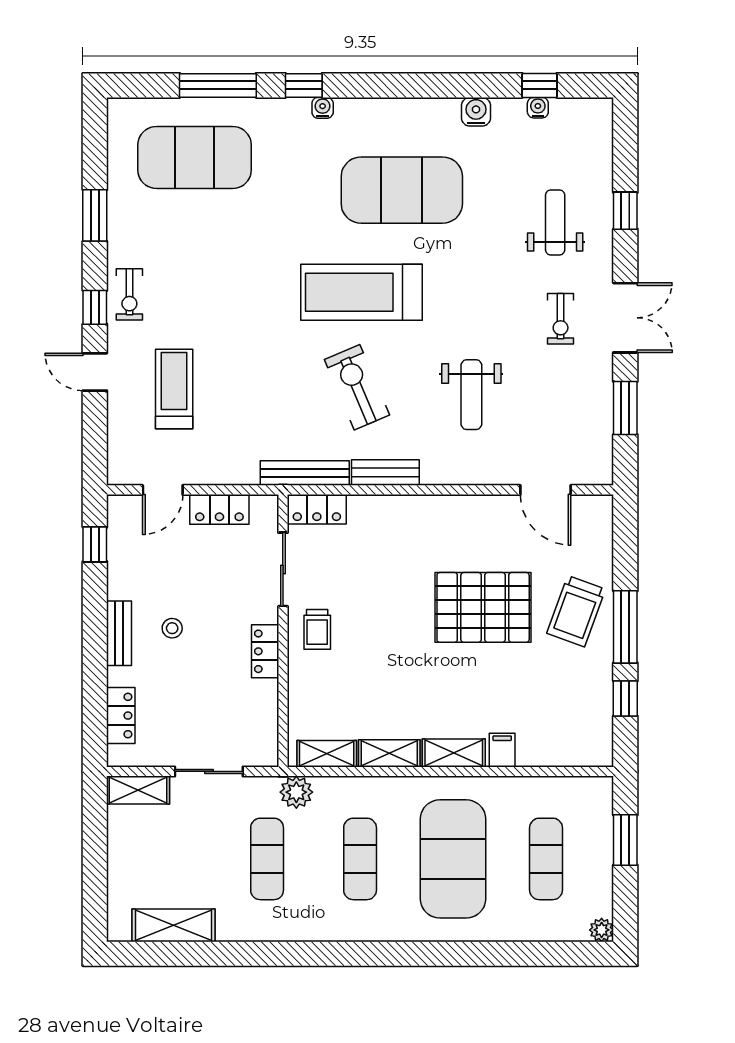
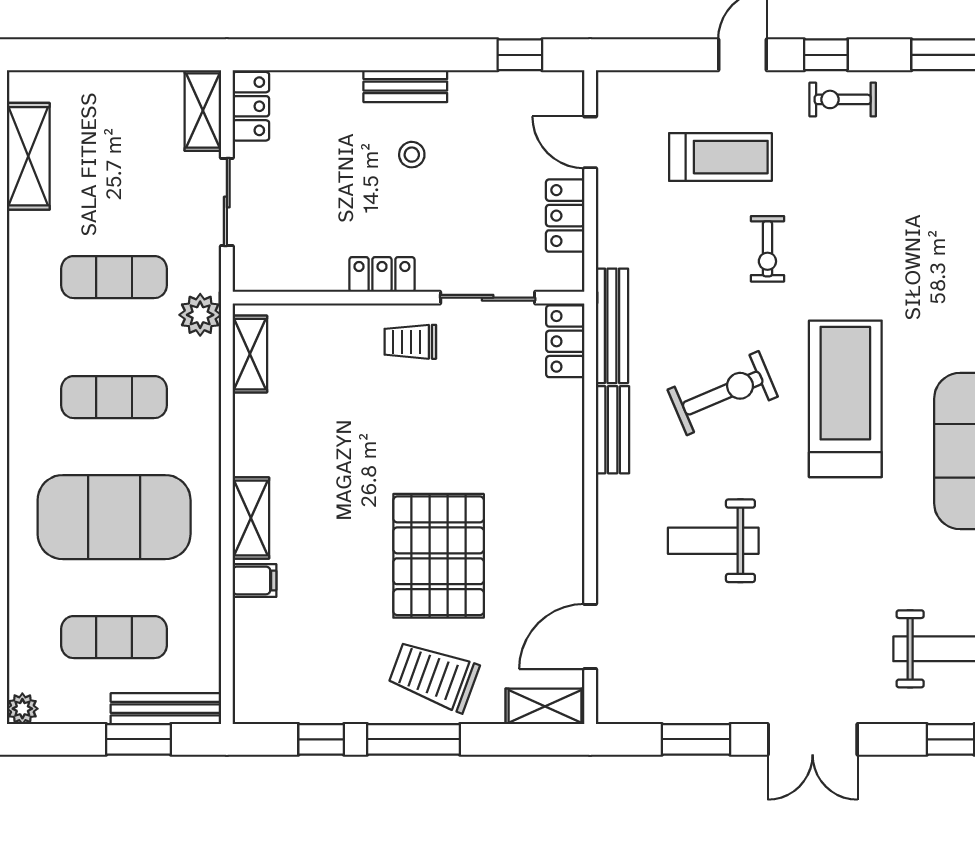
exercise bike: (561, 319) -> (767, 249), moved, turned -90
locker: (121, 716) -> (251, 106), moved, turned -90
shelving: (389, 753) -> (545, 706), moved, turned 90
bench: (601, 819) -> (166, 709), added

